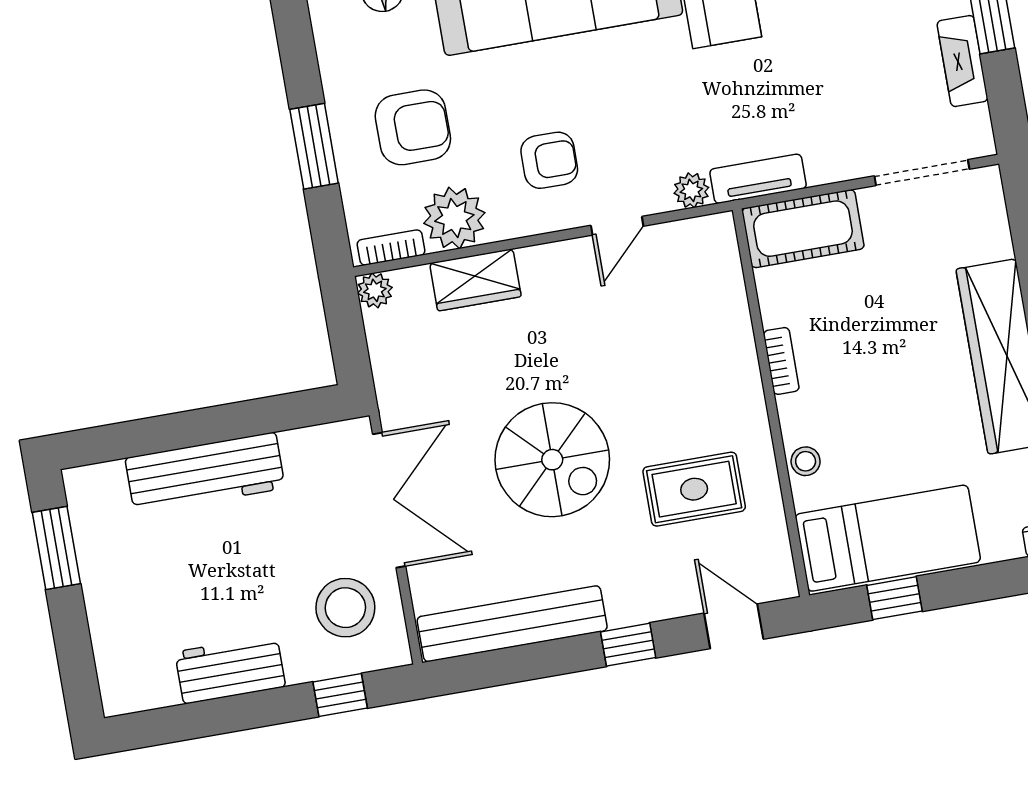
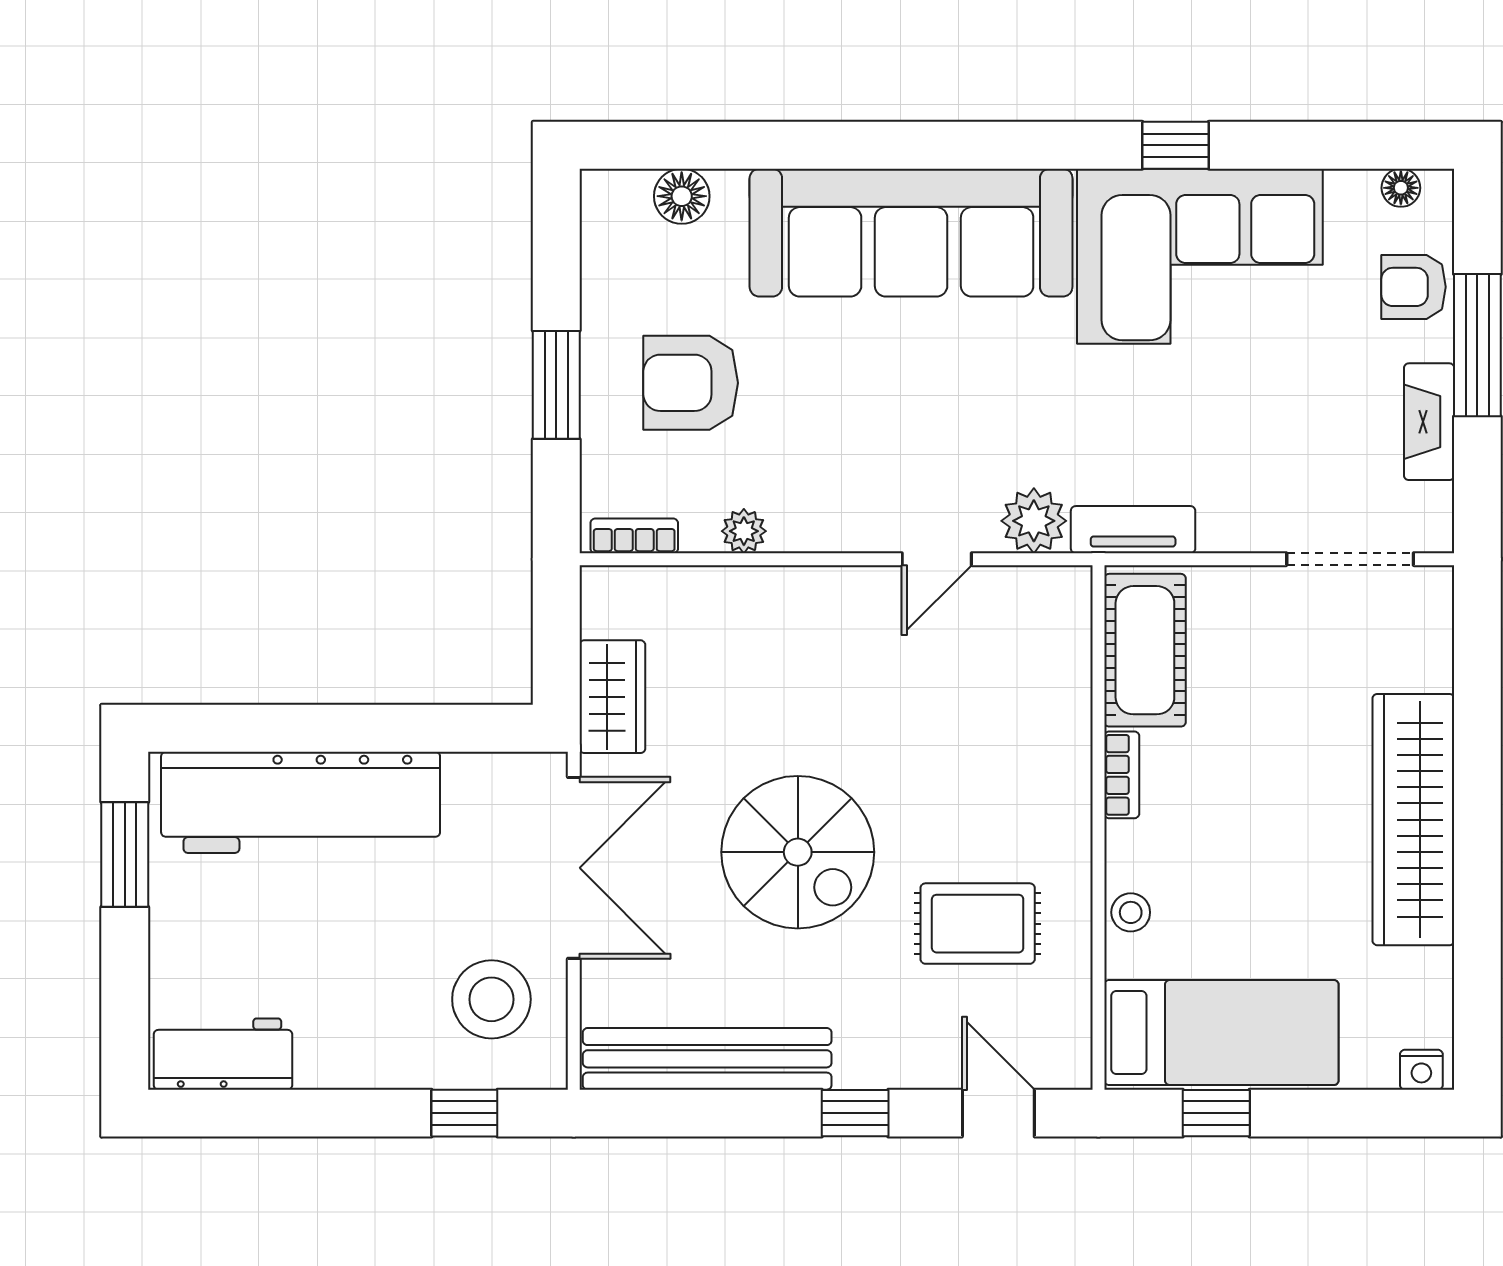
armchair: (413, 127) -> (691, 383), turned 180
armchair: (549, 160) -> (863, 457), removed
plant: (691, 190) -> (1034, 521), width x1.38, depth x1.38
plant: (454, 218) -> (744, 531), width x0.53, depth x0.53
cot: (803, 229) -> (1145, 650), moved, turned 90
wardrobe: (475, 280) -> (612, 697), moved, turned -90
plant: (375, 290) -> (603, 589), removed
workbench: (205, 473) -> (301, 802), width x1.36, depth x1.32
workbench: (230, 669) -> (223, 1054), moved

